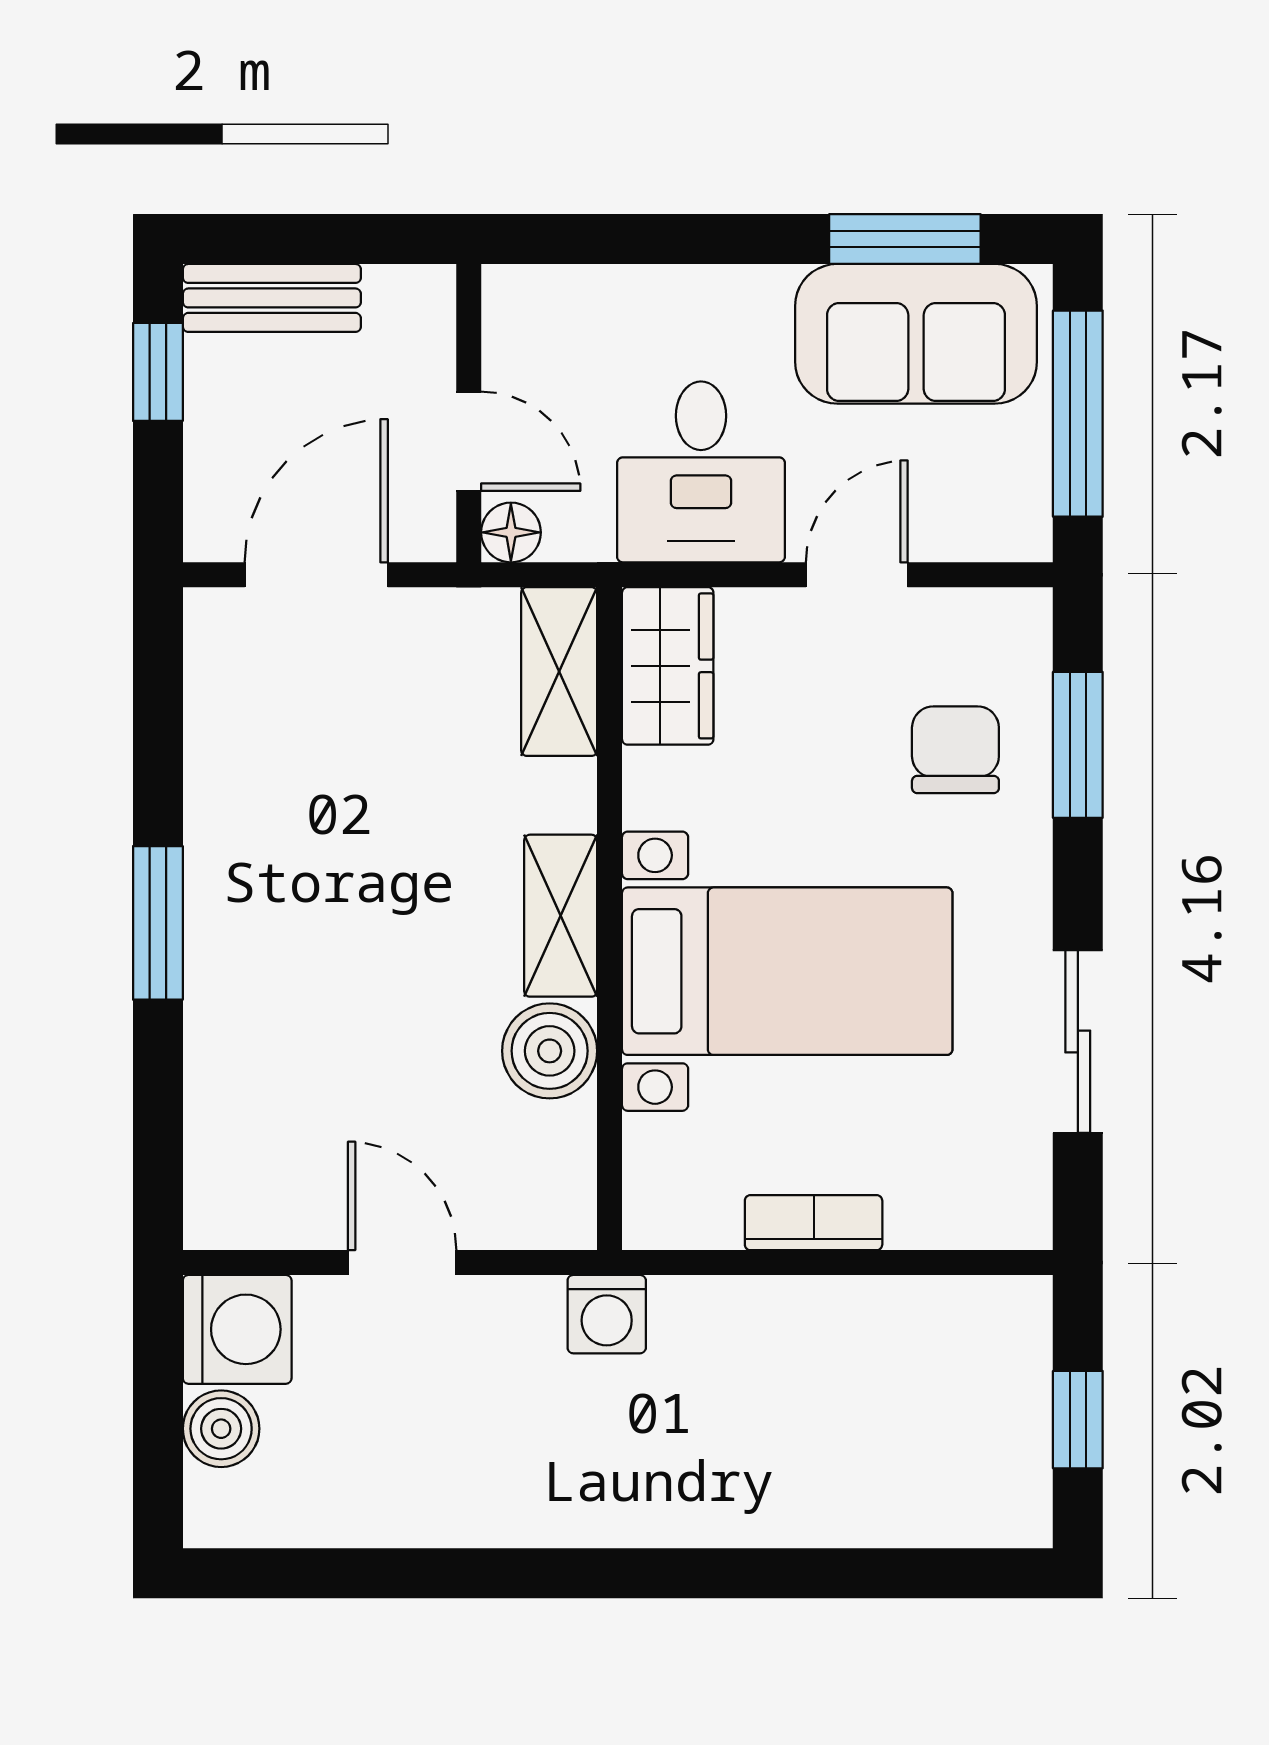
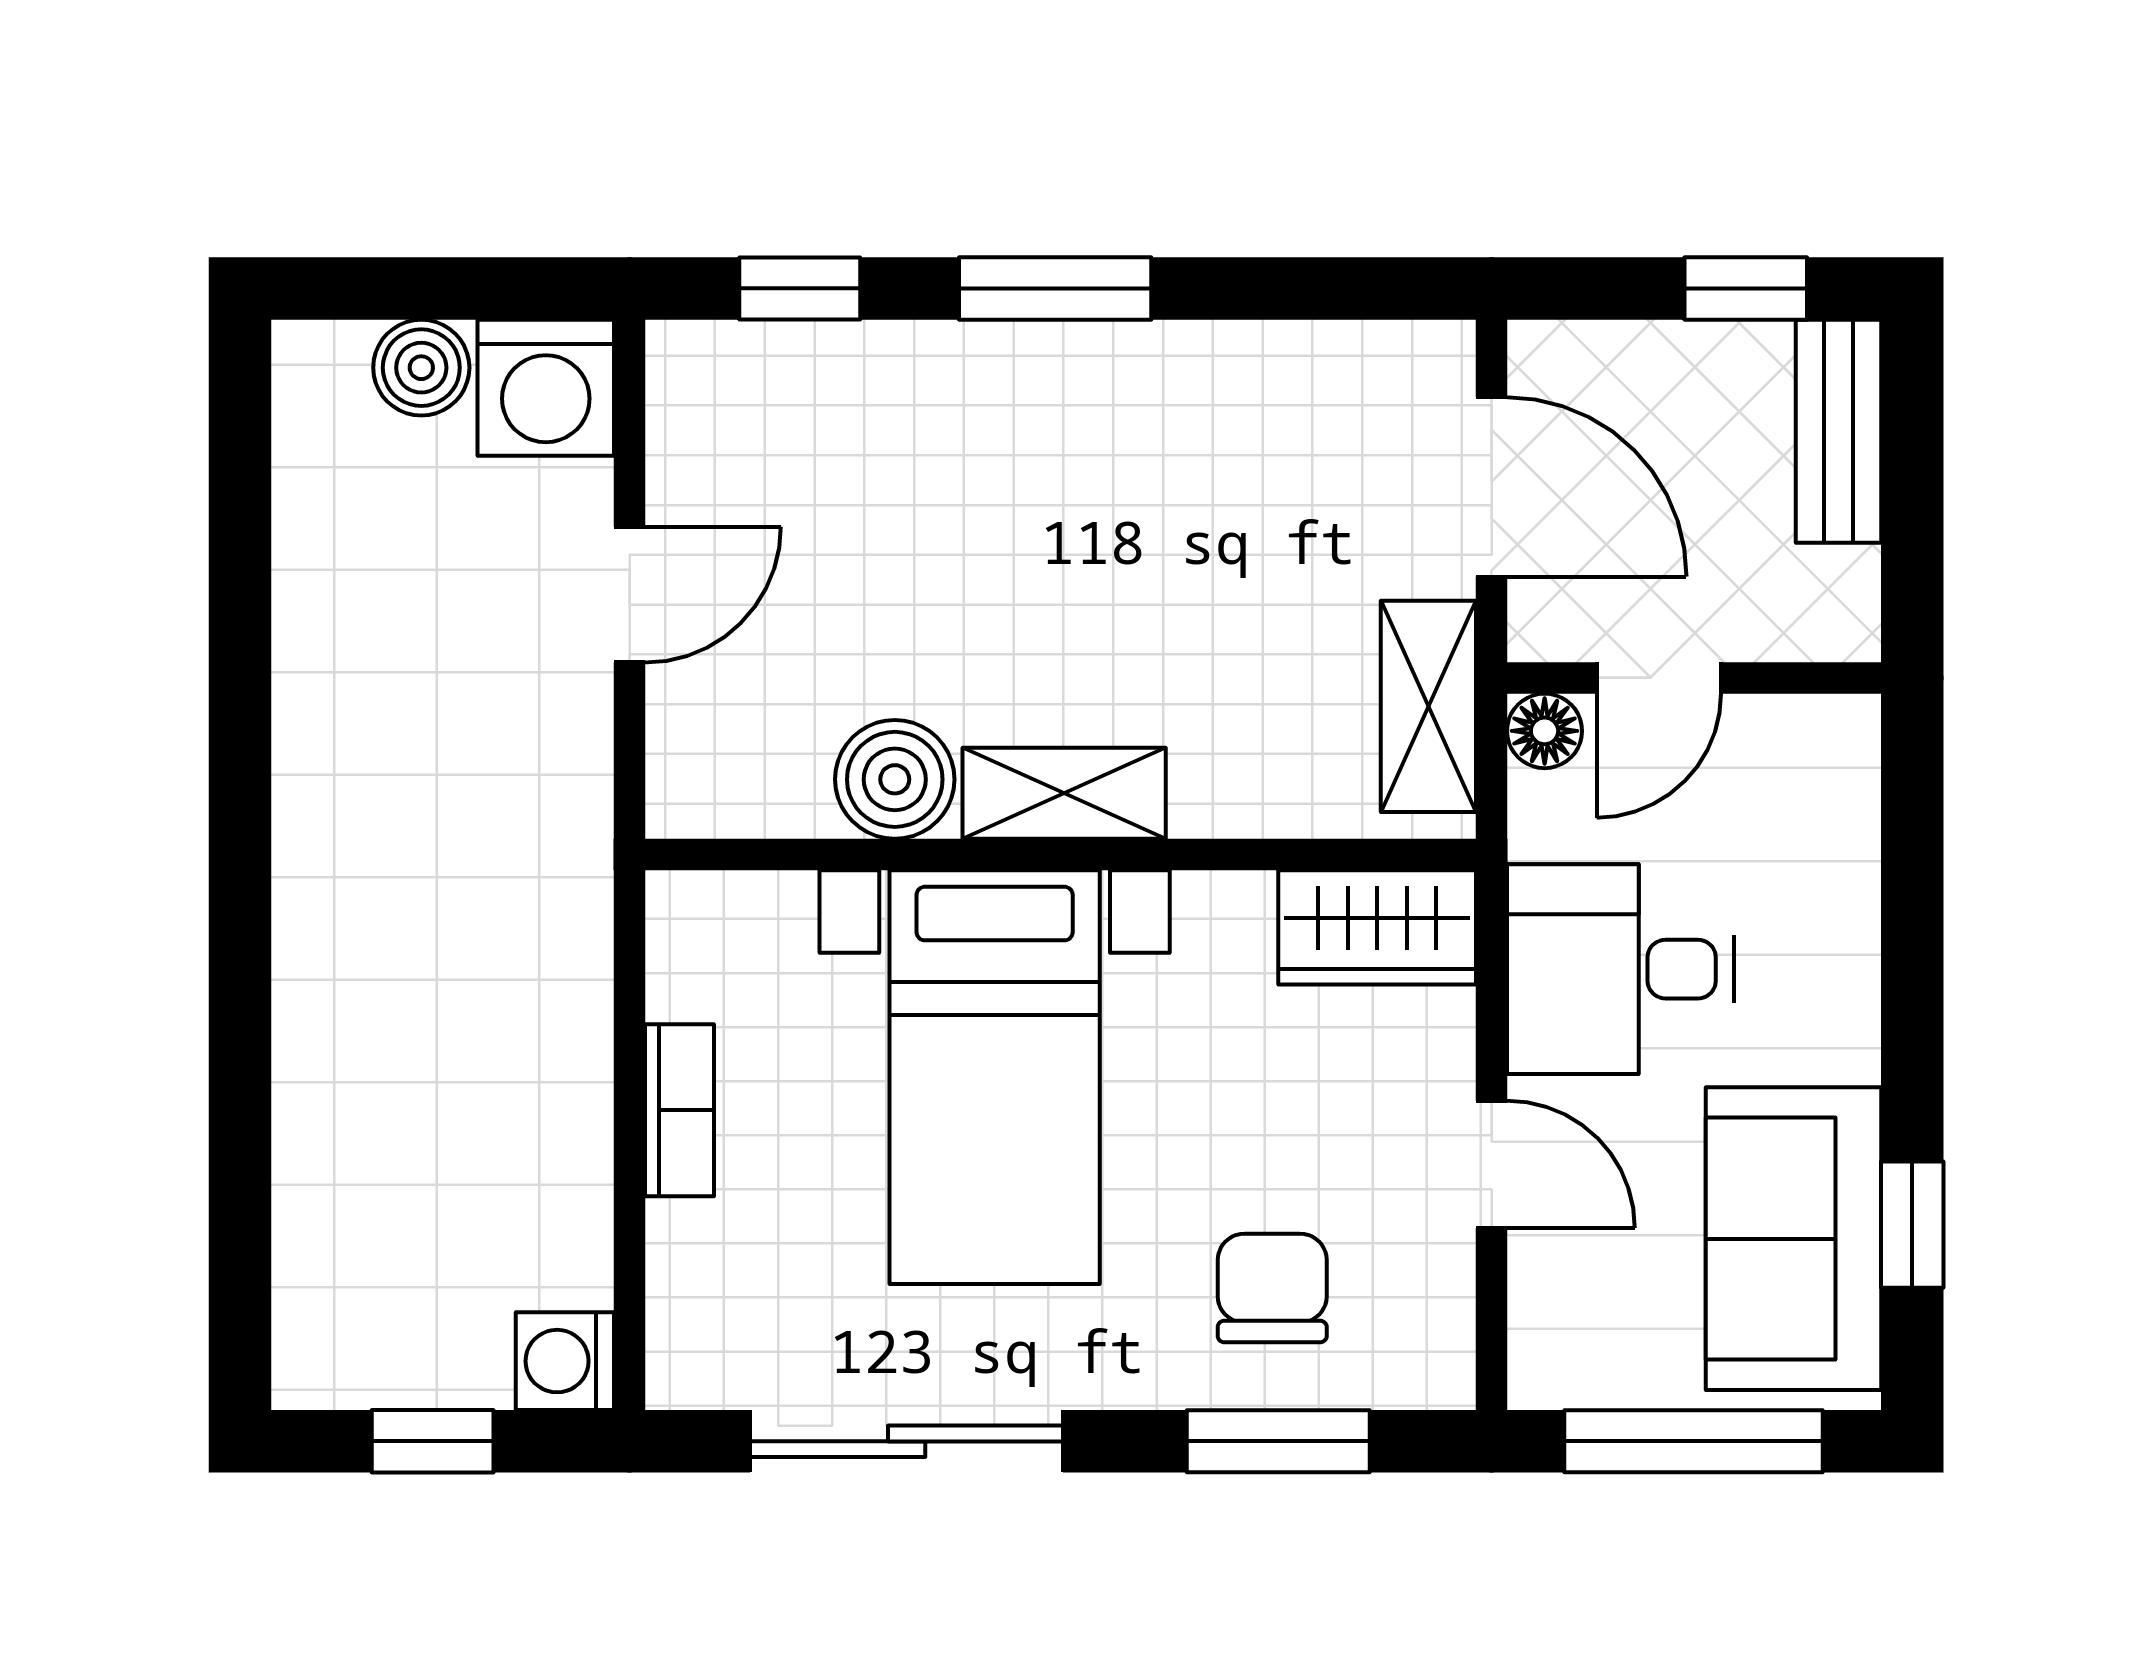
window: (905, 239) -> (1912, 1225), width x0.67
shelving: (559, 672) -> (1428, 706), moved, turned 90
chair: (955, 750) -> (1272, 1288), turned -90
sliding door: (1078, 1041) -> (907, 1441), width x1.37
window: (158, 1127) -> (800, 288), added
washing machine: (607, 1314) -> (565, 1361), moved

